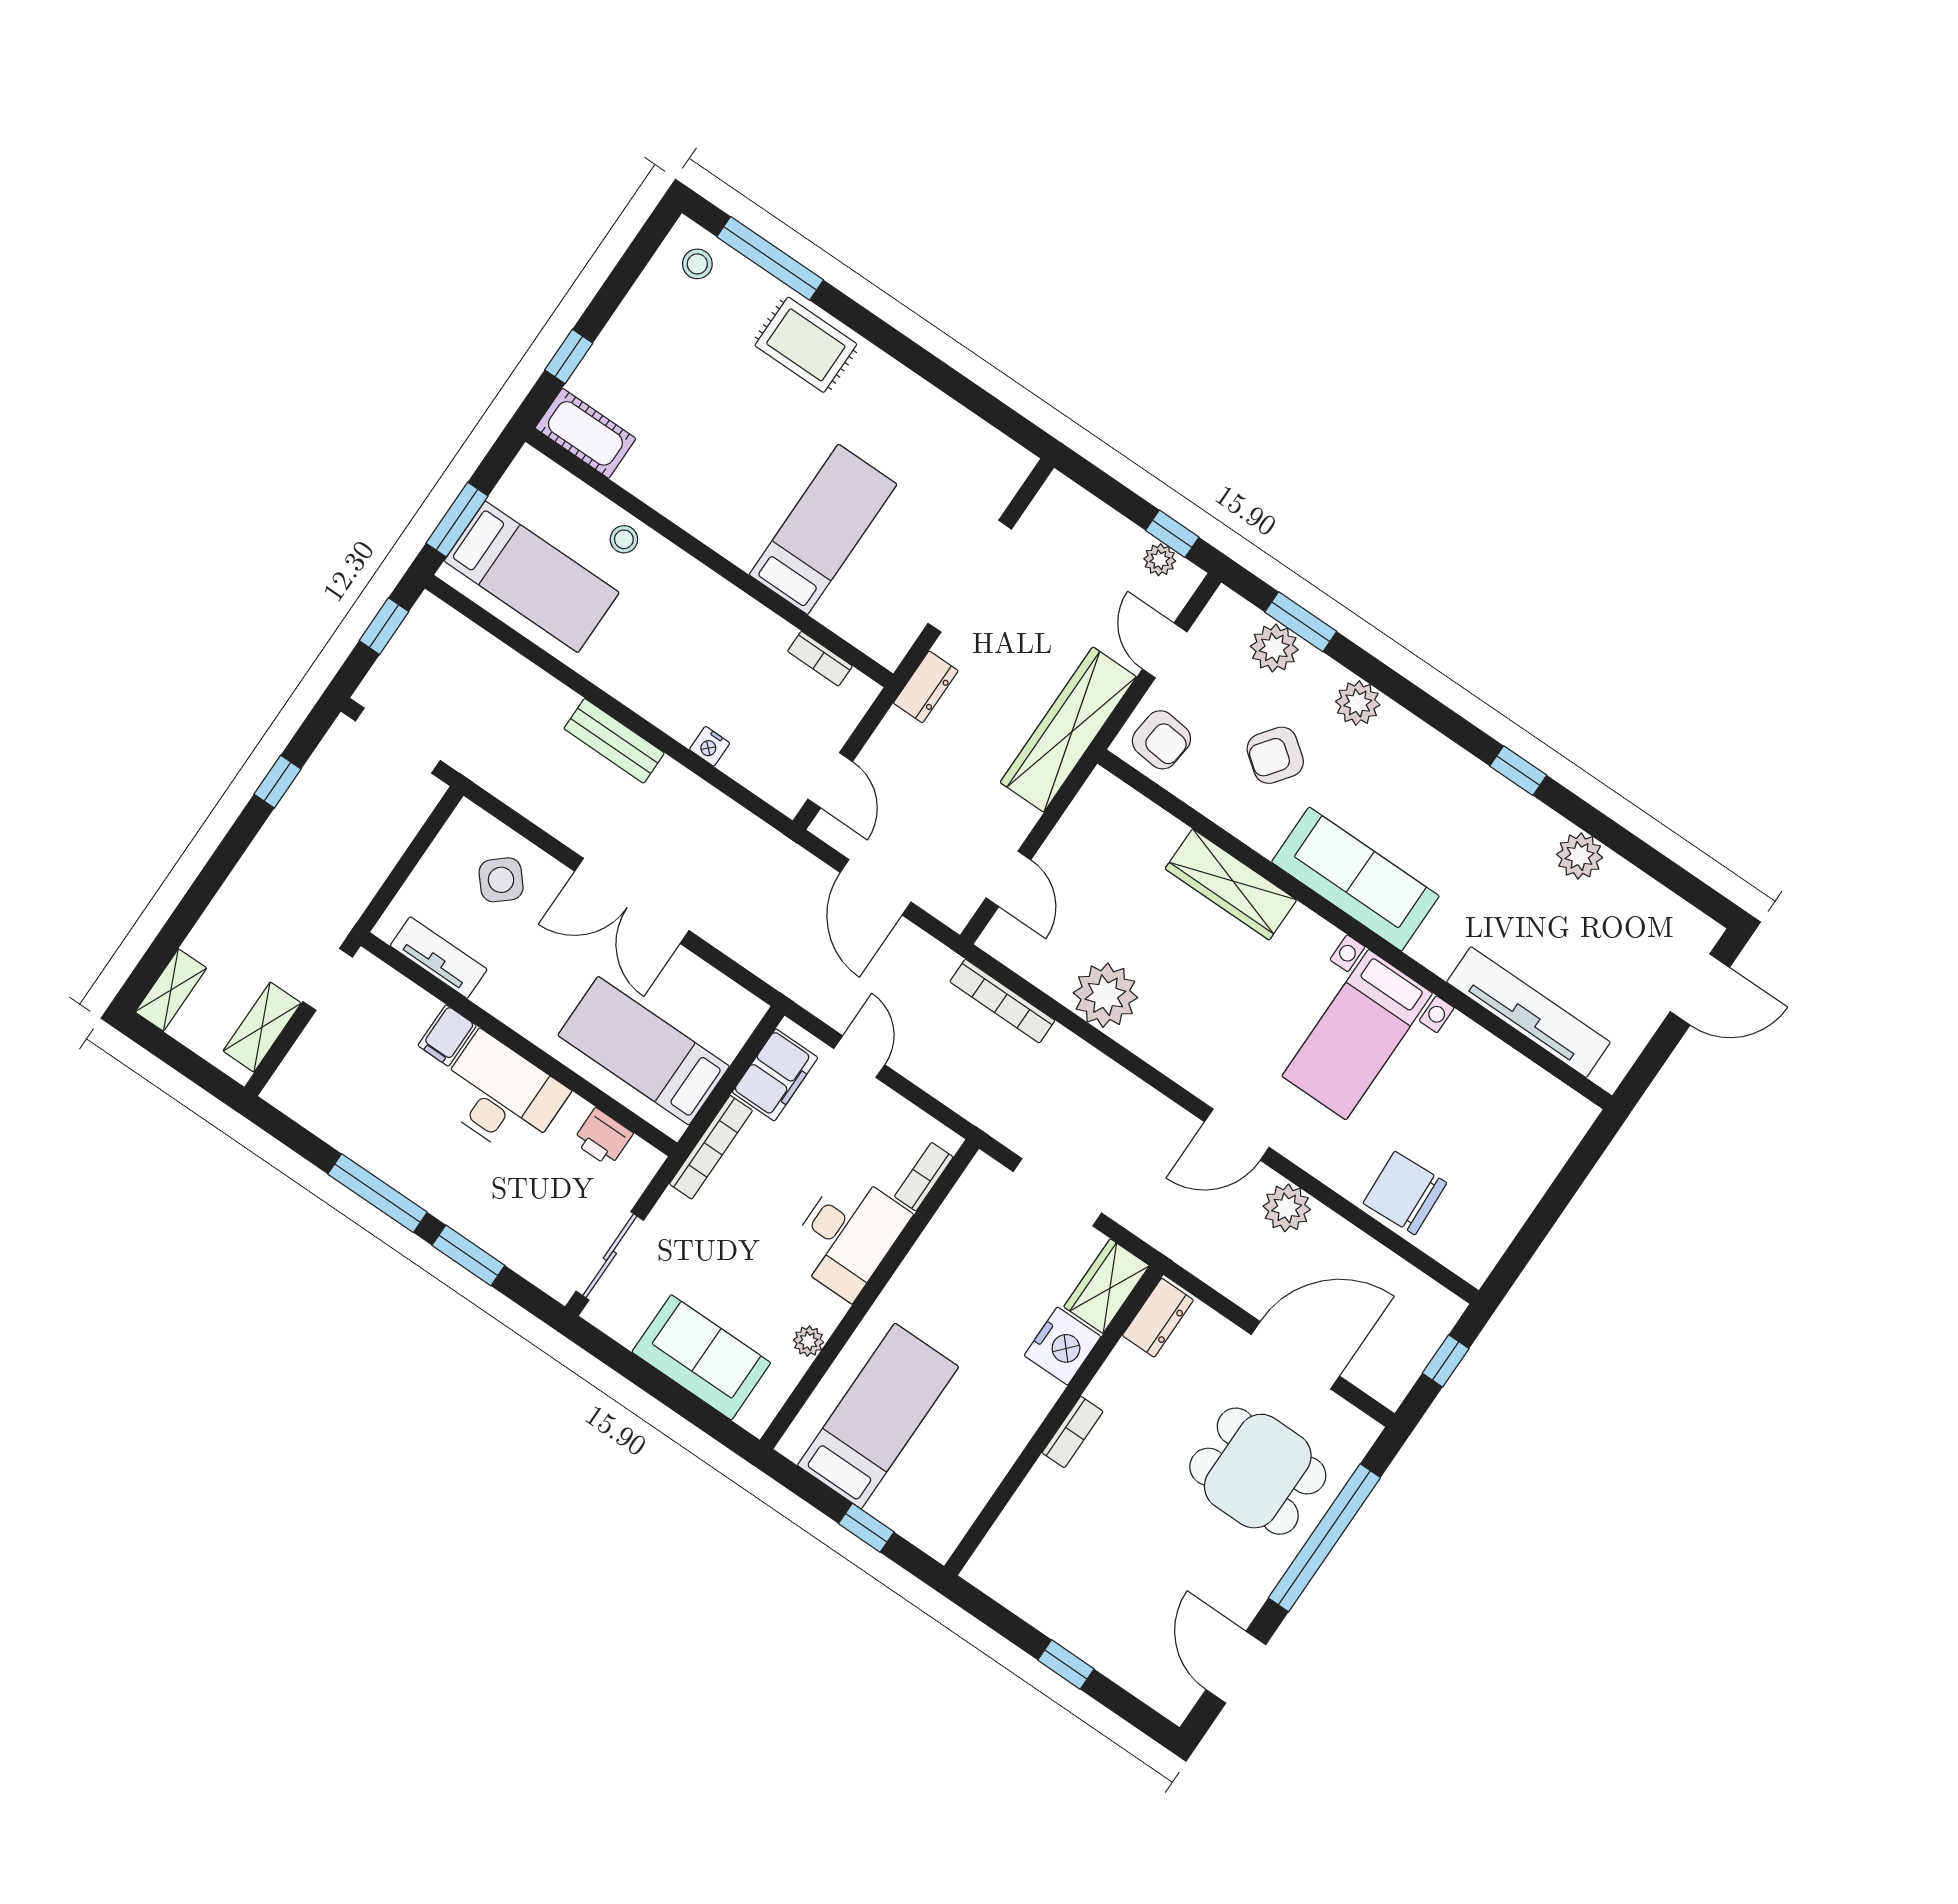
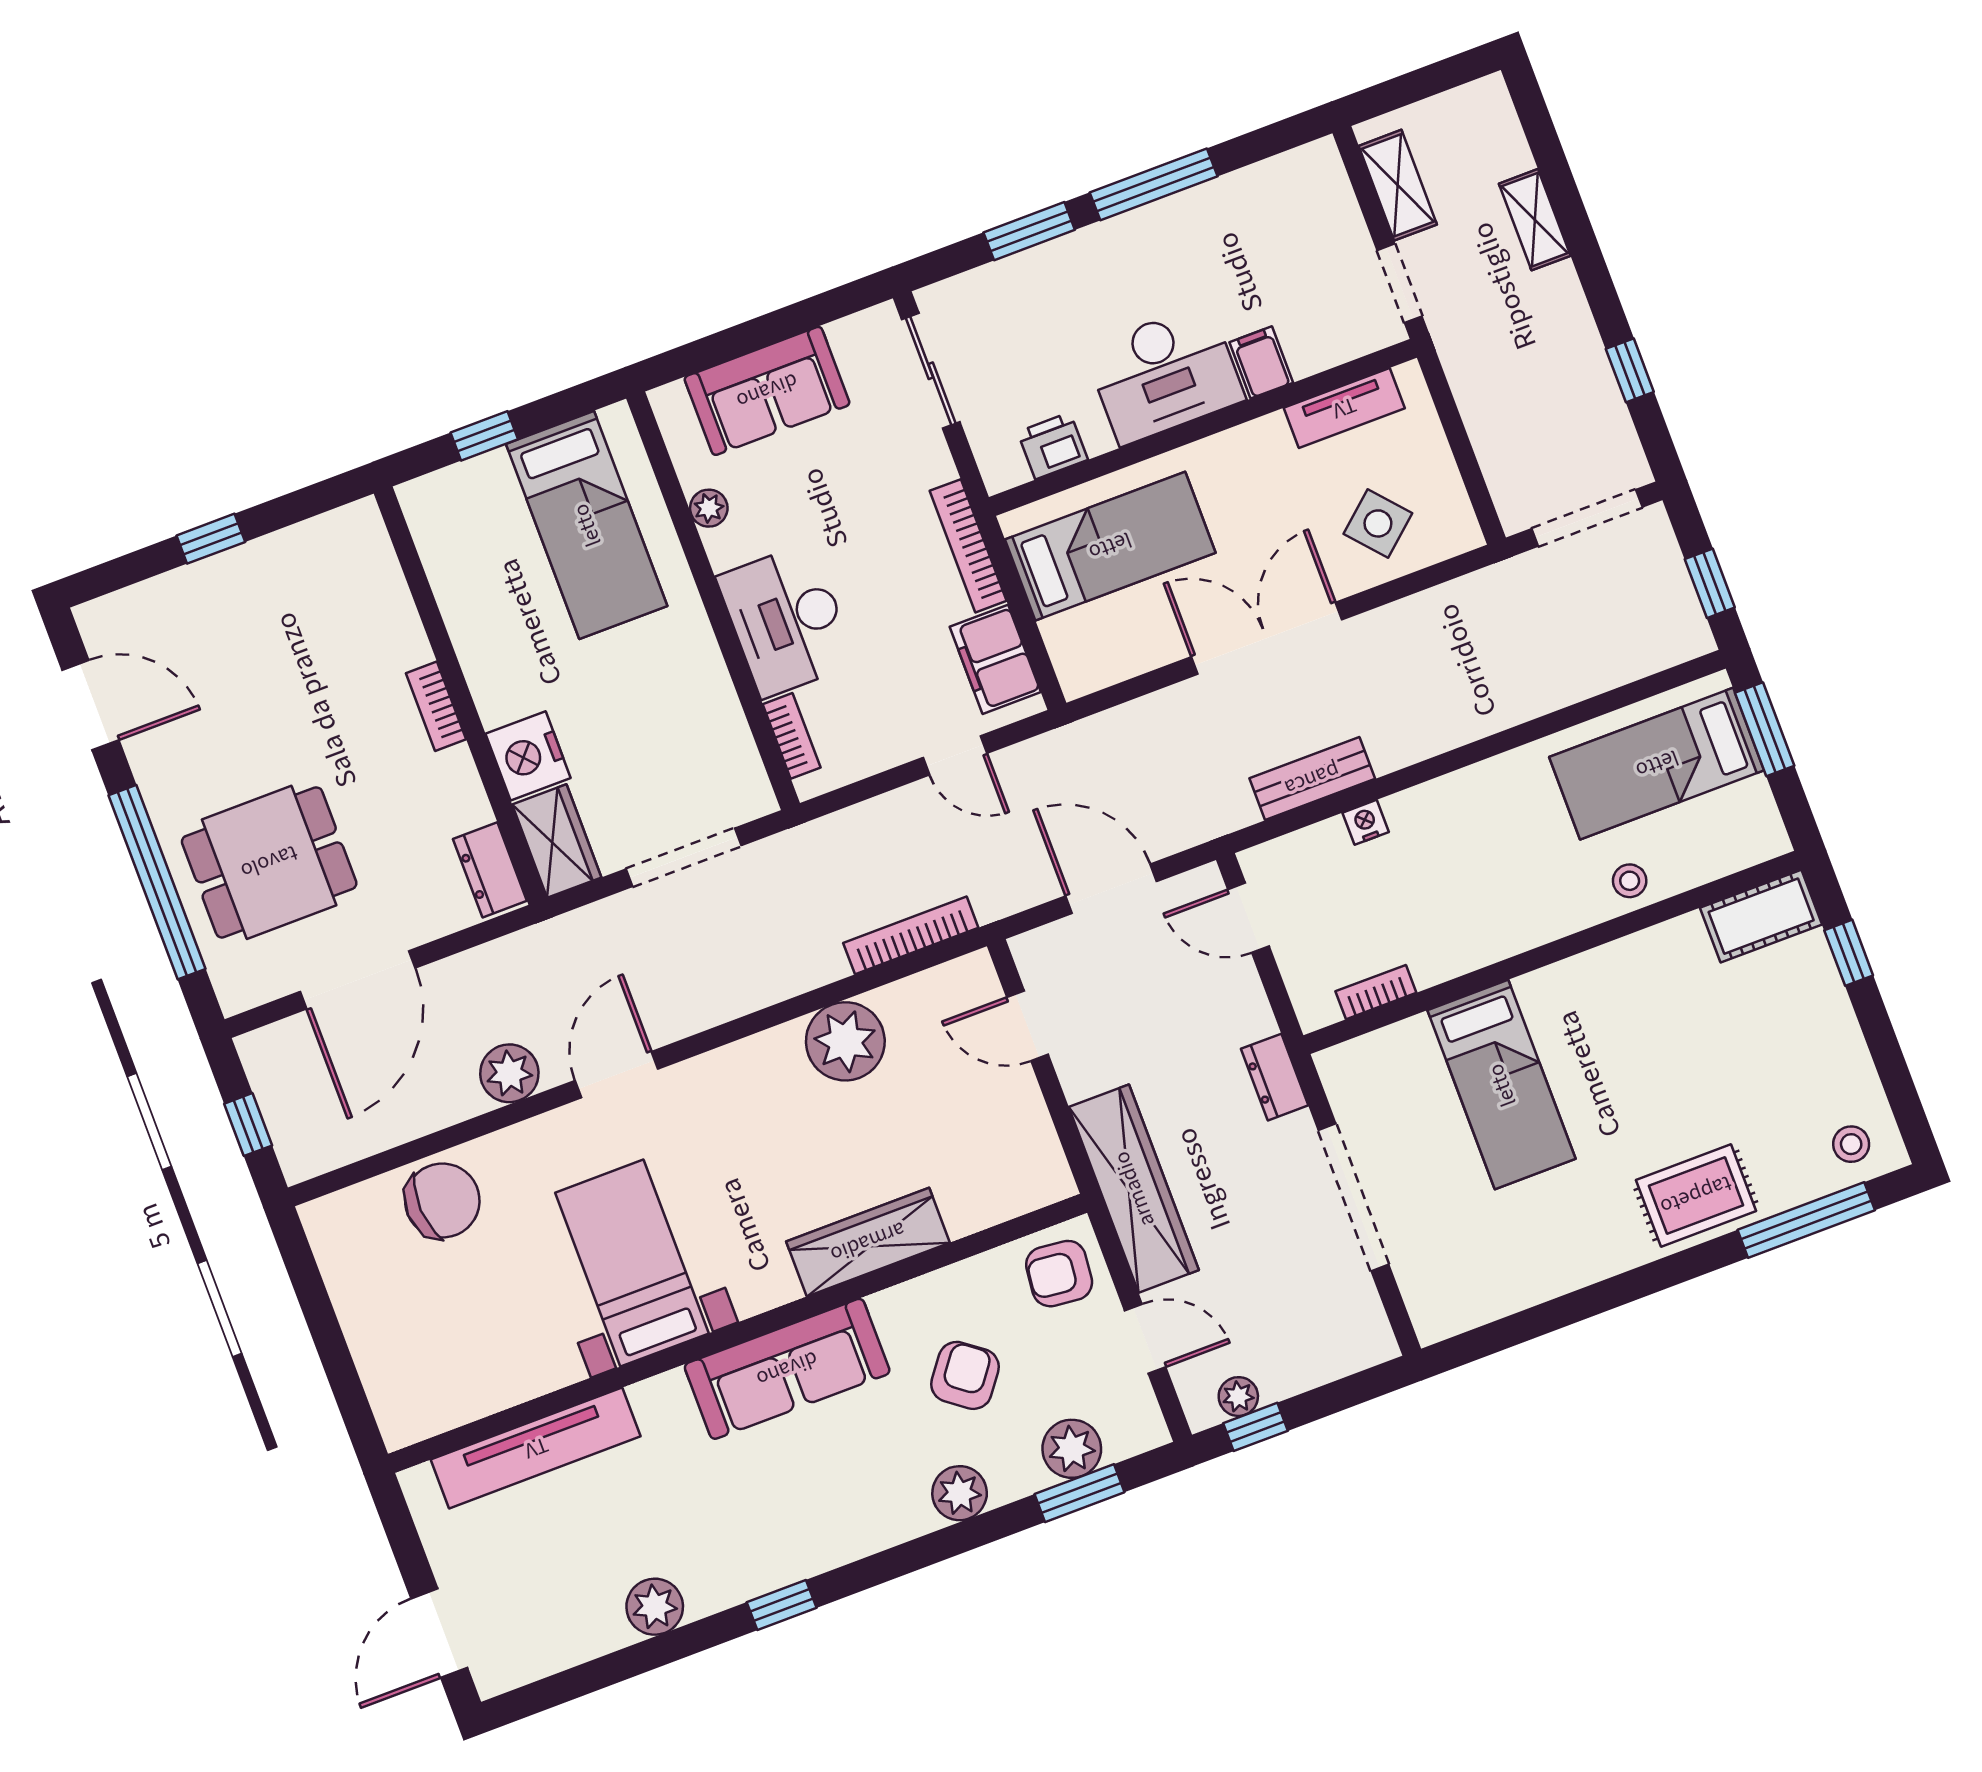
bench: (614, 741) -> (1312, 779), moved
shelving: (171, 990) -> (1535, 220), moved

